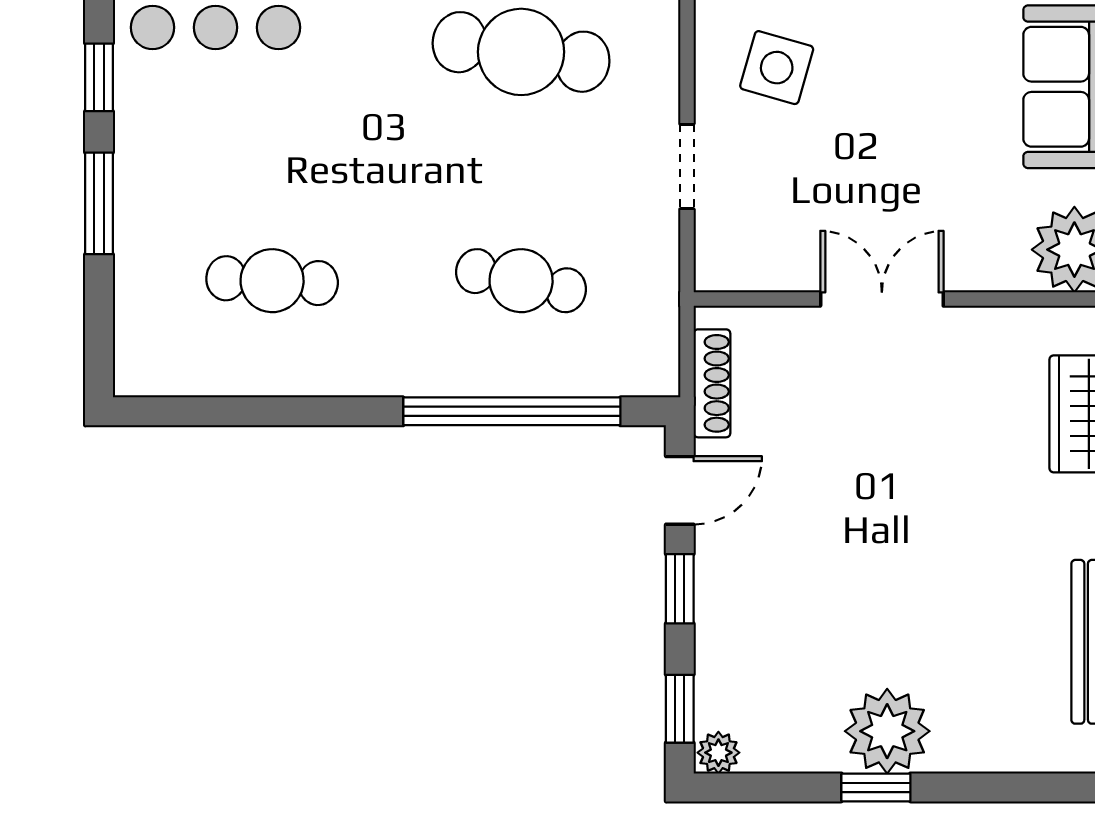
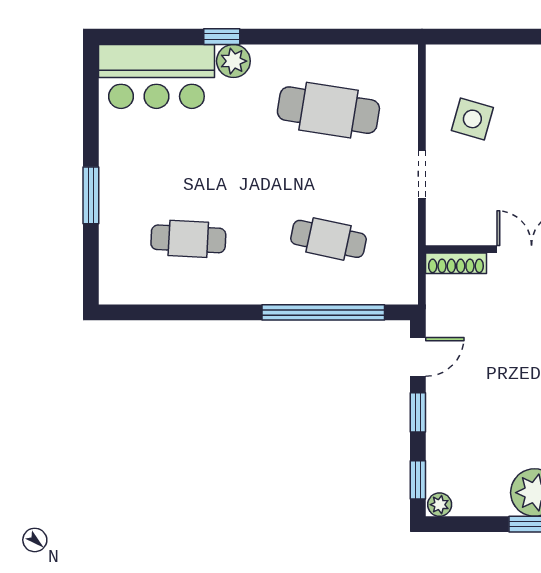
window: (99, 77) -> (91, 124), removed
shoe rack: (712, 383) -> (456, 263), moved, turned 90

